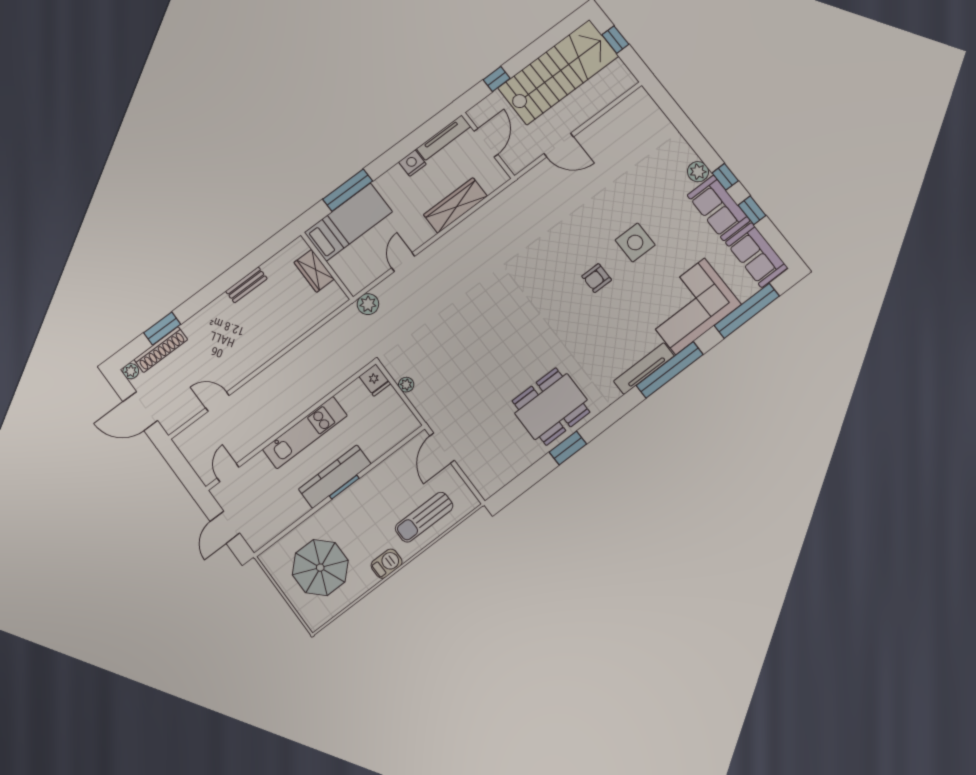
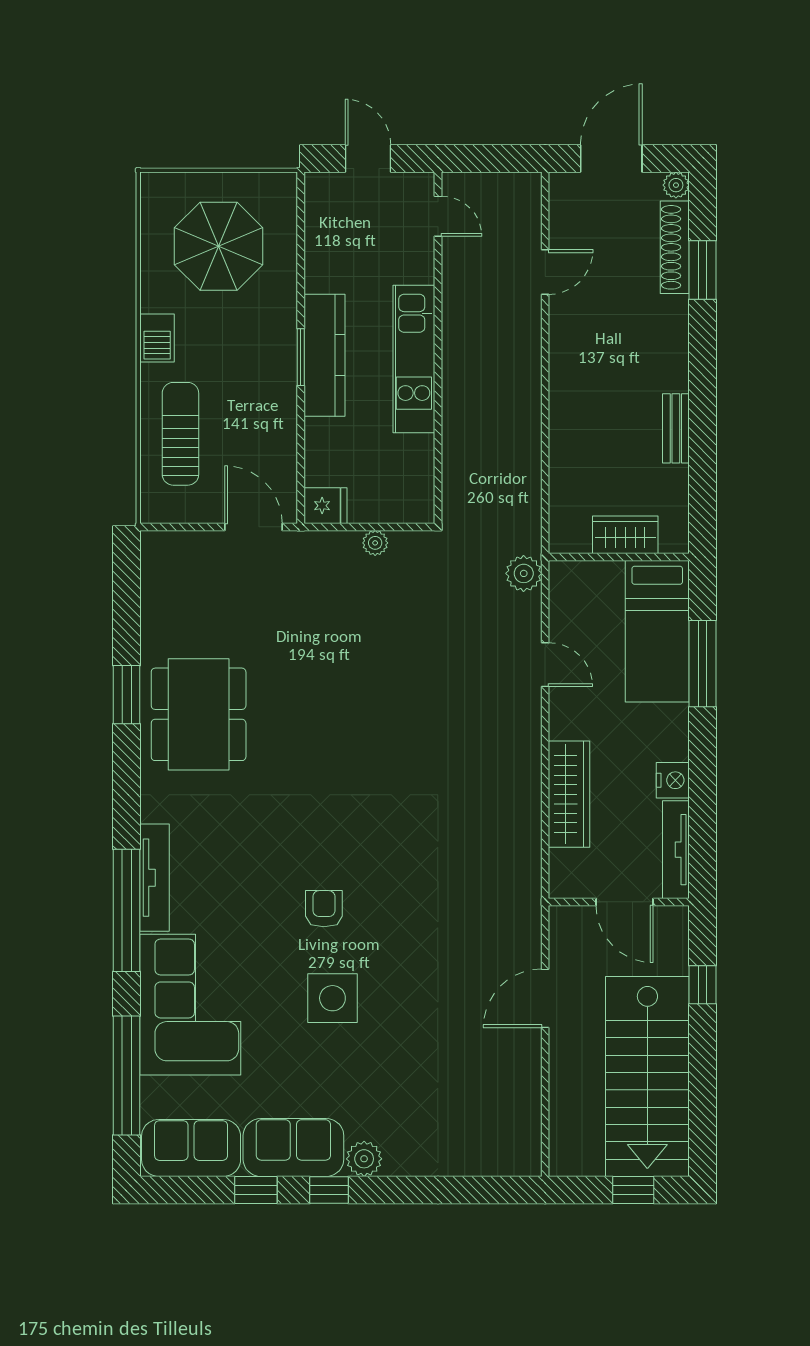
fridge: (375, 380) -> (325, 506), moved, turned 180

